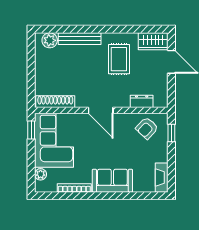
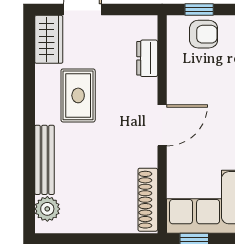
rug: (119, 59) -> (78, 95), turned 90
armchair: (147, 128) -> (204, 34), moved, turned -43

